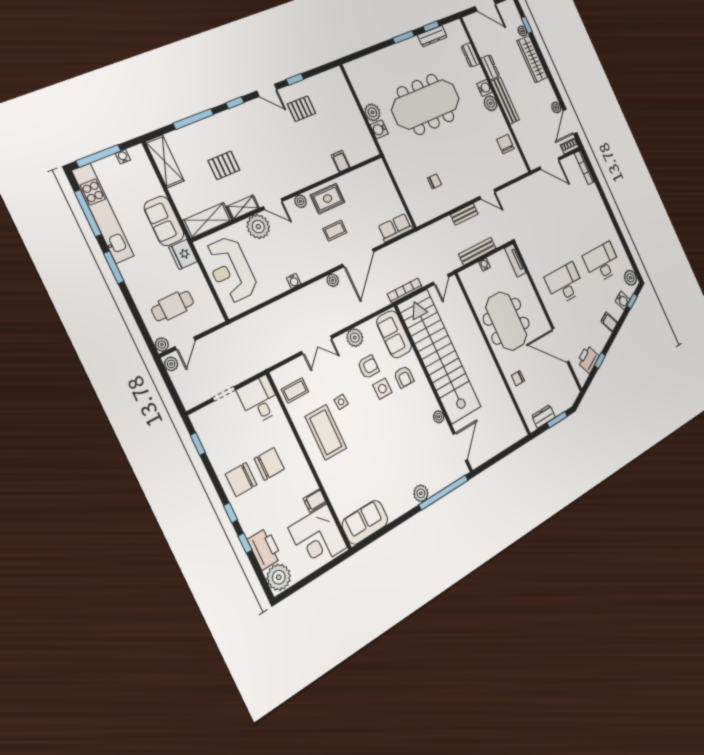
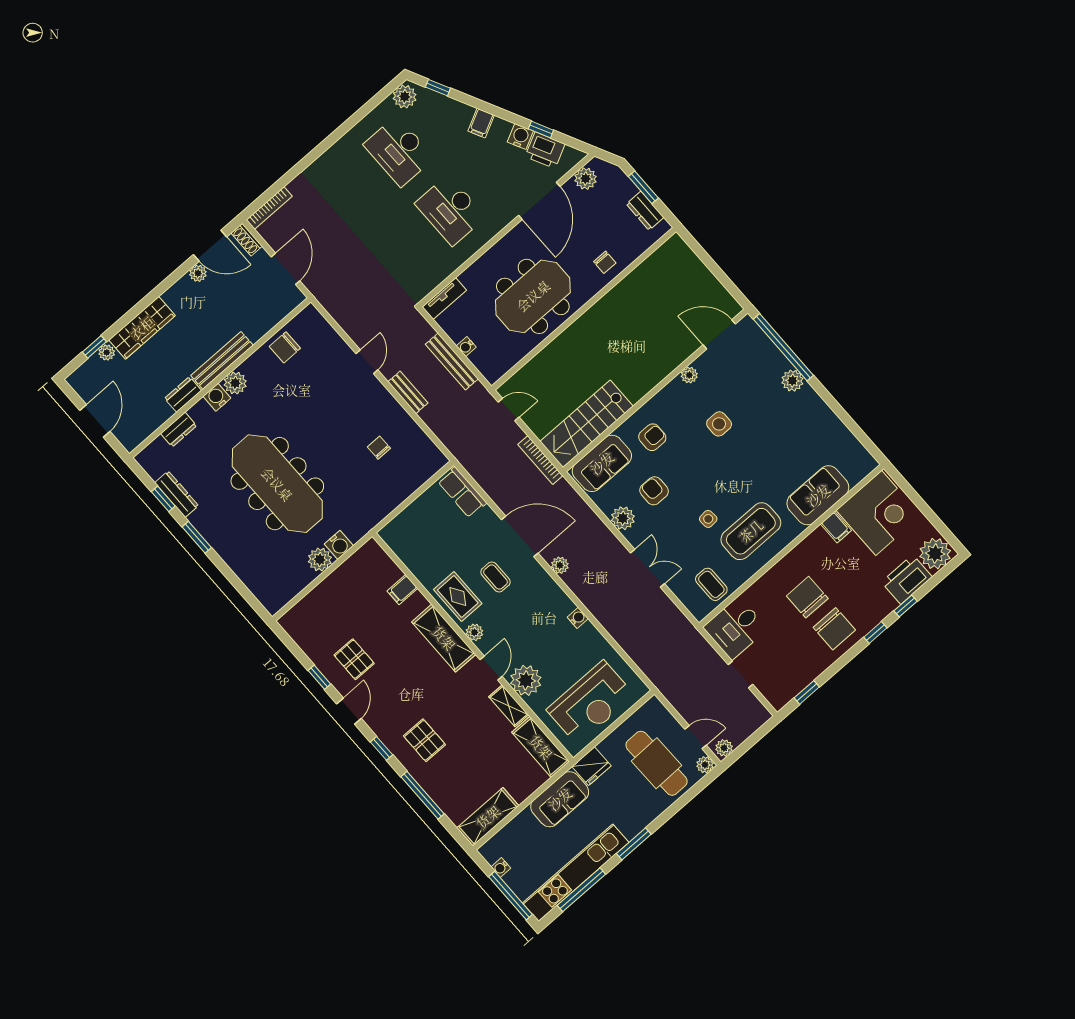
pallet: (224, 165) -> (424, 740), moved
shelving: (301, 178) -> (444, 638), added
water cooler: (623, 300) -> (520, 137), moved
cafe table: (173, 306) -> (657, 763), width x1.37, depth x1.35
stairs: (439, 356) -> (587, 424), width x0.54, depth x0.66
plant: (568, 381) -> (585, 179), added
side table: (382, 389) -> (719, 424), moved
sofa: (365, 522) -> (818, 495), moved, turned 90

